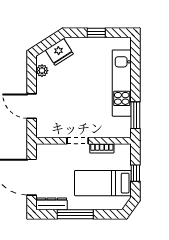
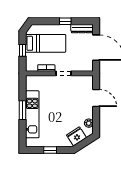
window: (135, 115) -> (23, 110), moved
window: (75, 214) -> (65, 21), width x0.46

